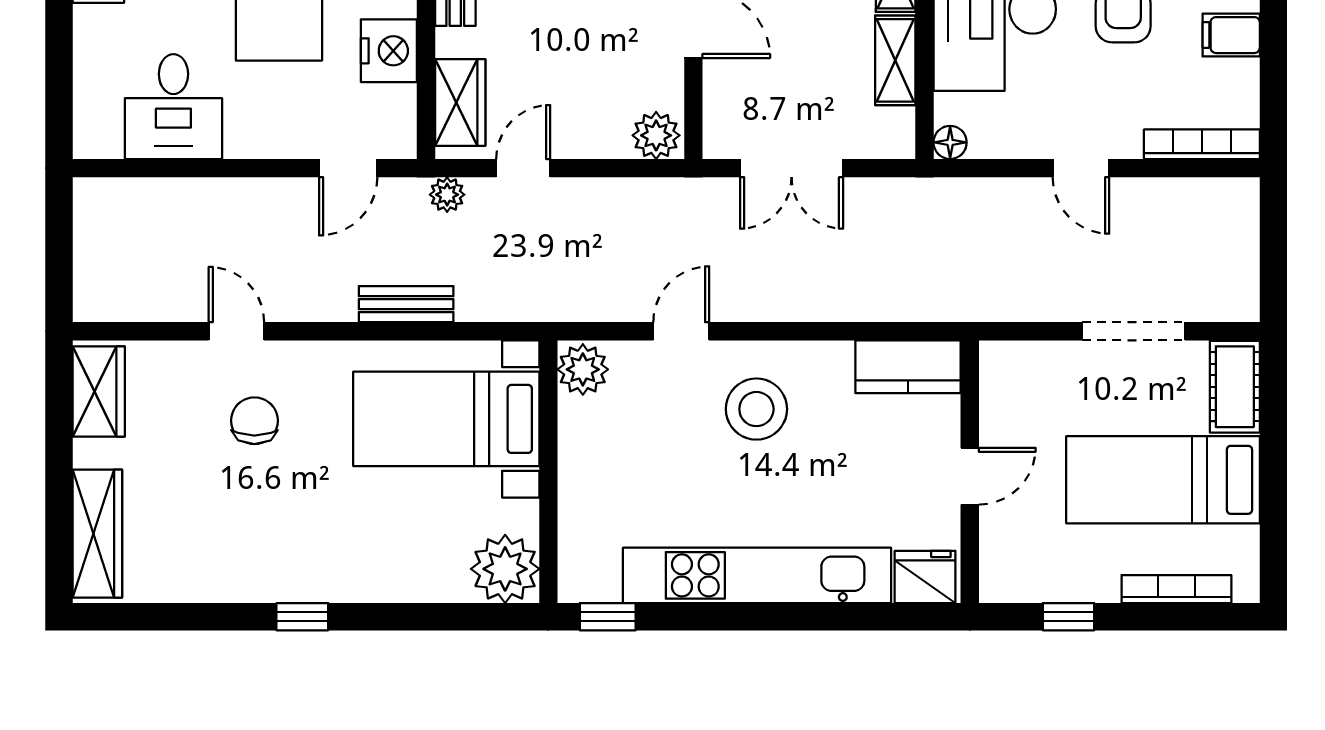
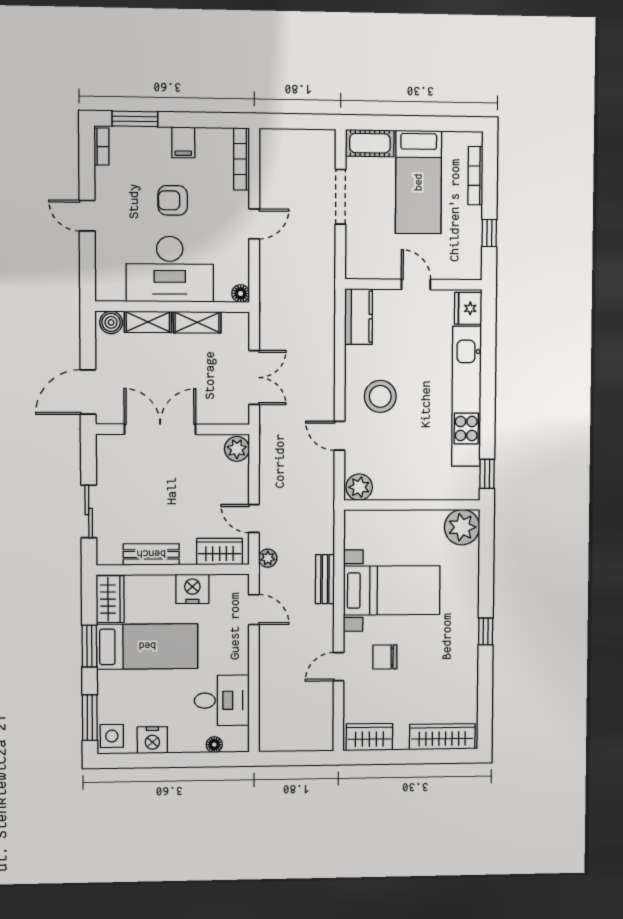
floor lamp: (88, 92) -> (214, 745), added
bed with nightstands: (446, 419) -> (392, 590), moved, turned -90

